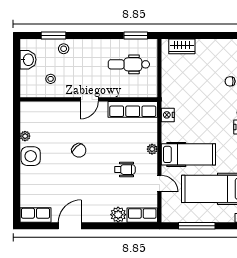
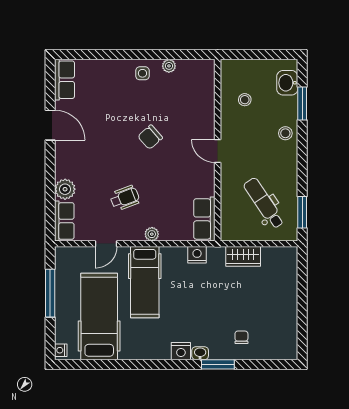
wardrobe: (182, 46) -> (243, 256), moved, turned -90
stool: (64, 49) -> (285, 133), moved
washbasin: (28, 60) -> (287, 83), moved, turned 90
dental chair: (129, 64) -> (264, 203), turned -34
row of seats: (133, 109) -> (204, 219), width x0.68
side table: (31, 156) -> (142, 73), width x0.54, depth x0.54
wheelchair: (125, 170) -> (125, 198), turned -111

